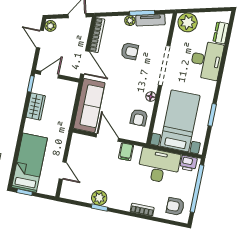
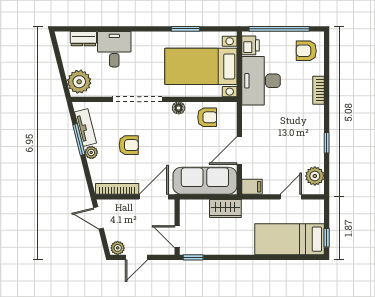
armchair: (130, 51) -> (129, 145), turned 90
desk: (207, 60) -> (114, 49), width x0.73
wardrobe: (36, 106) -> (225, 208), moved, turned 180
filing cabinet: (126, 152) -> (252, 187), moved
plant: (99, 198) -> (315, 176), moved
armchair: (175, 206) -> (306, 51), turned 90

